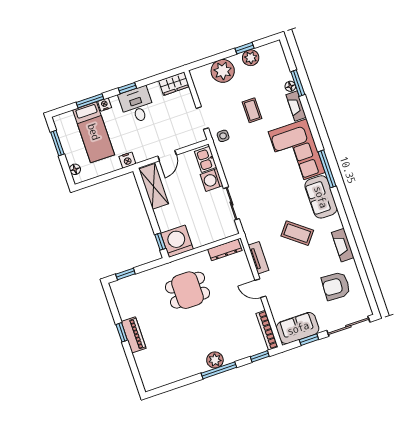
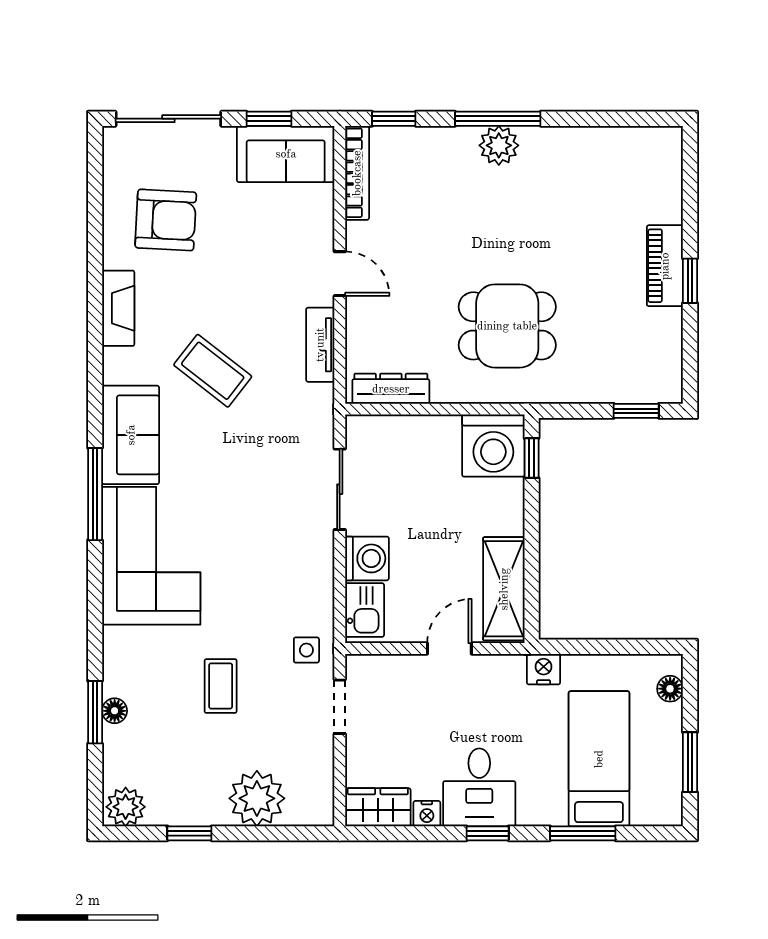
plant: (251, 58) -> (126, 807), moved
nightstand: (105, 105) -> (427, 814), moved
fireplace: (296, 106) -> (117, 661), removed

